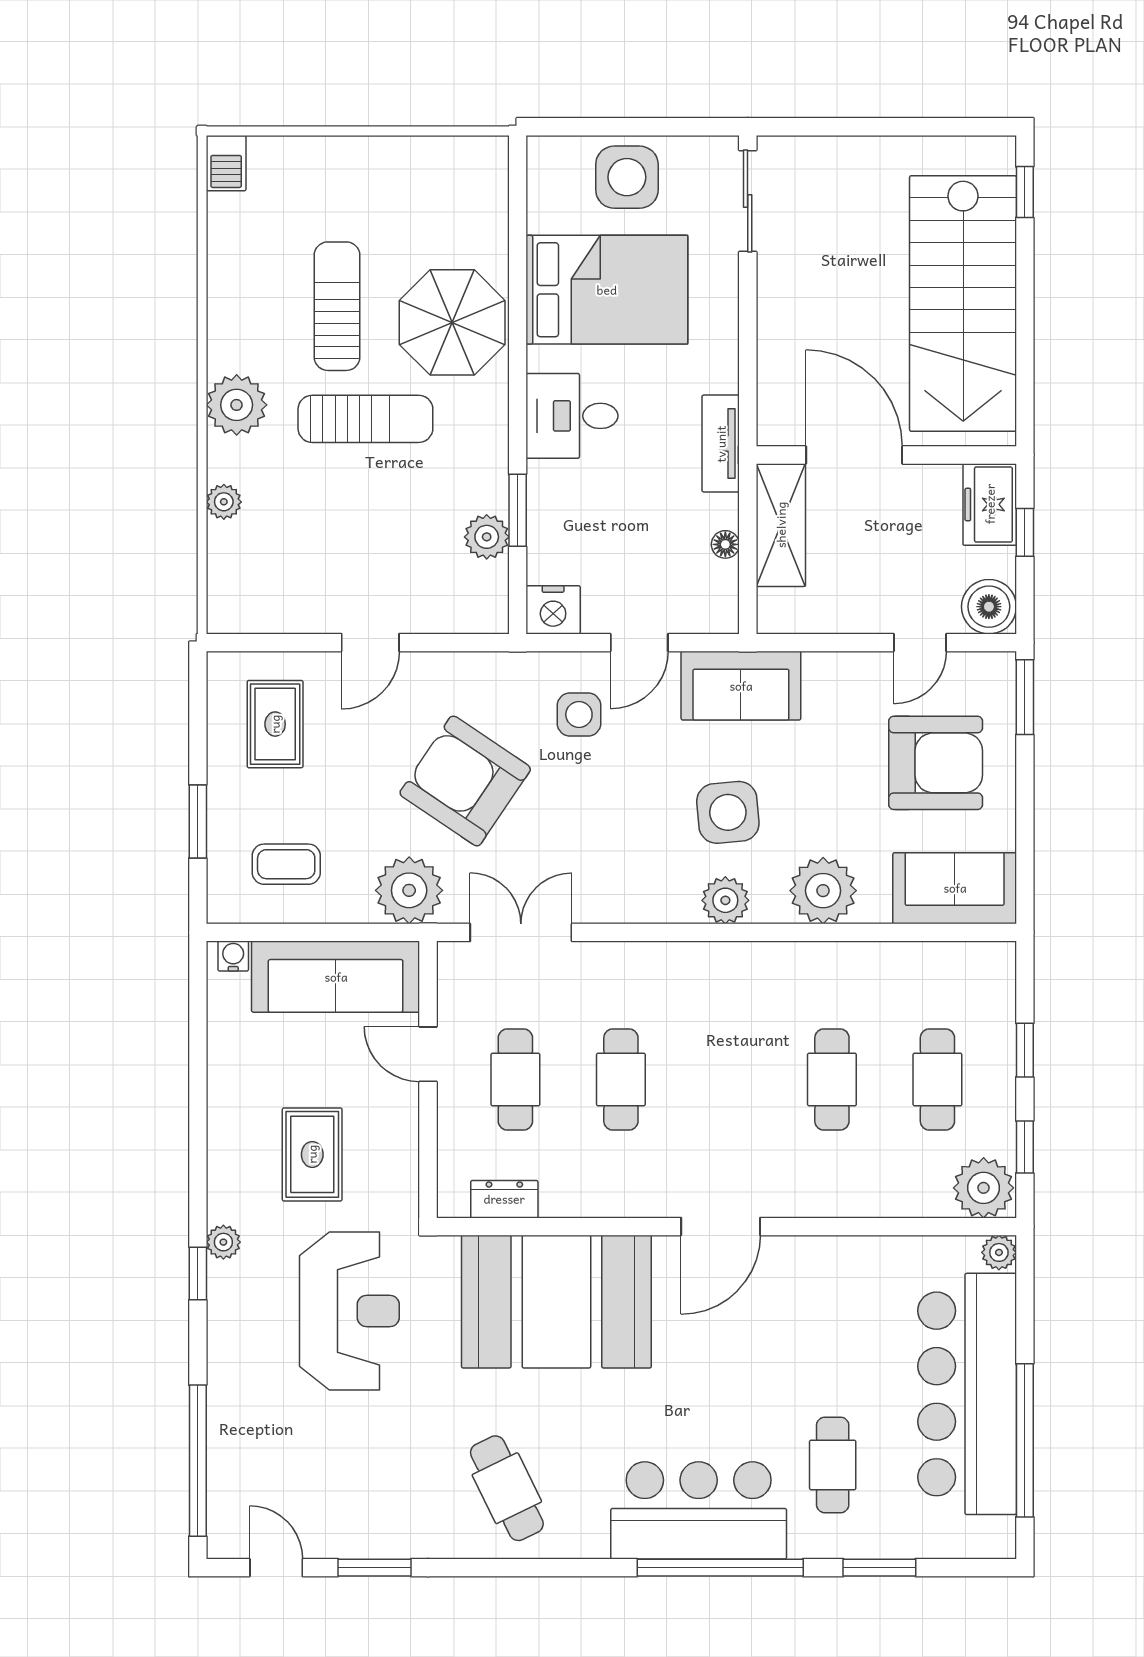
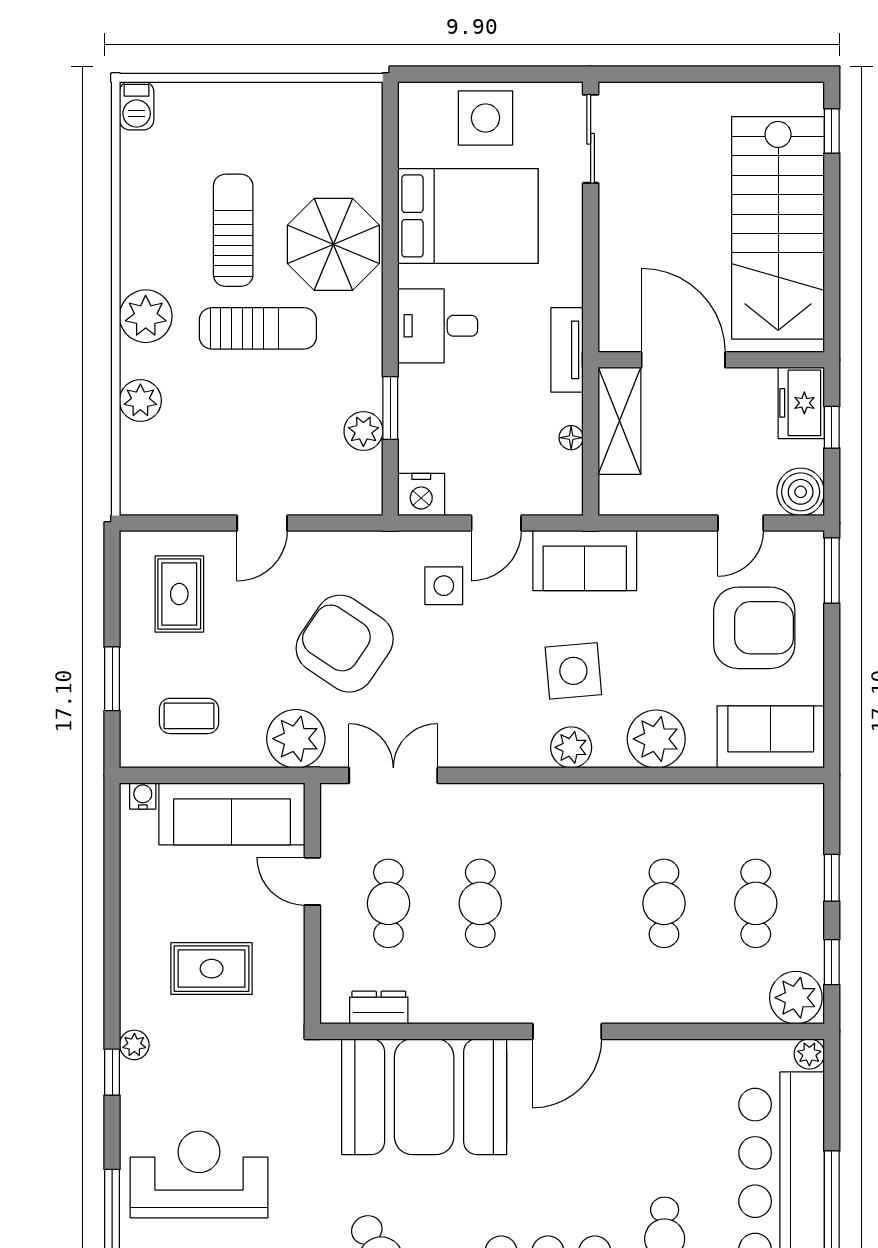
plant: (224, 502) -> (140, 401), width x1.38, depth x1.38
rug: (312, 1154) -> (212, 969), turned 90
reception desk: (349, 1311) -> (199, 1174), moved, turned -90

